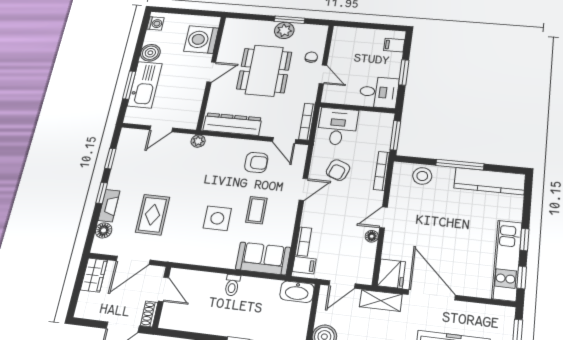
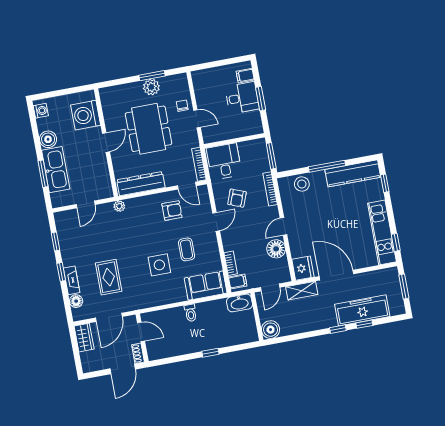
desk: (379, 92) -> (242, 98), moved
floor lamp: (372, 236) -> (276, 249), width x1.89, depth x1.89
window: (524, 239) -> (385, 183), moved

